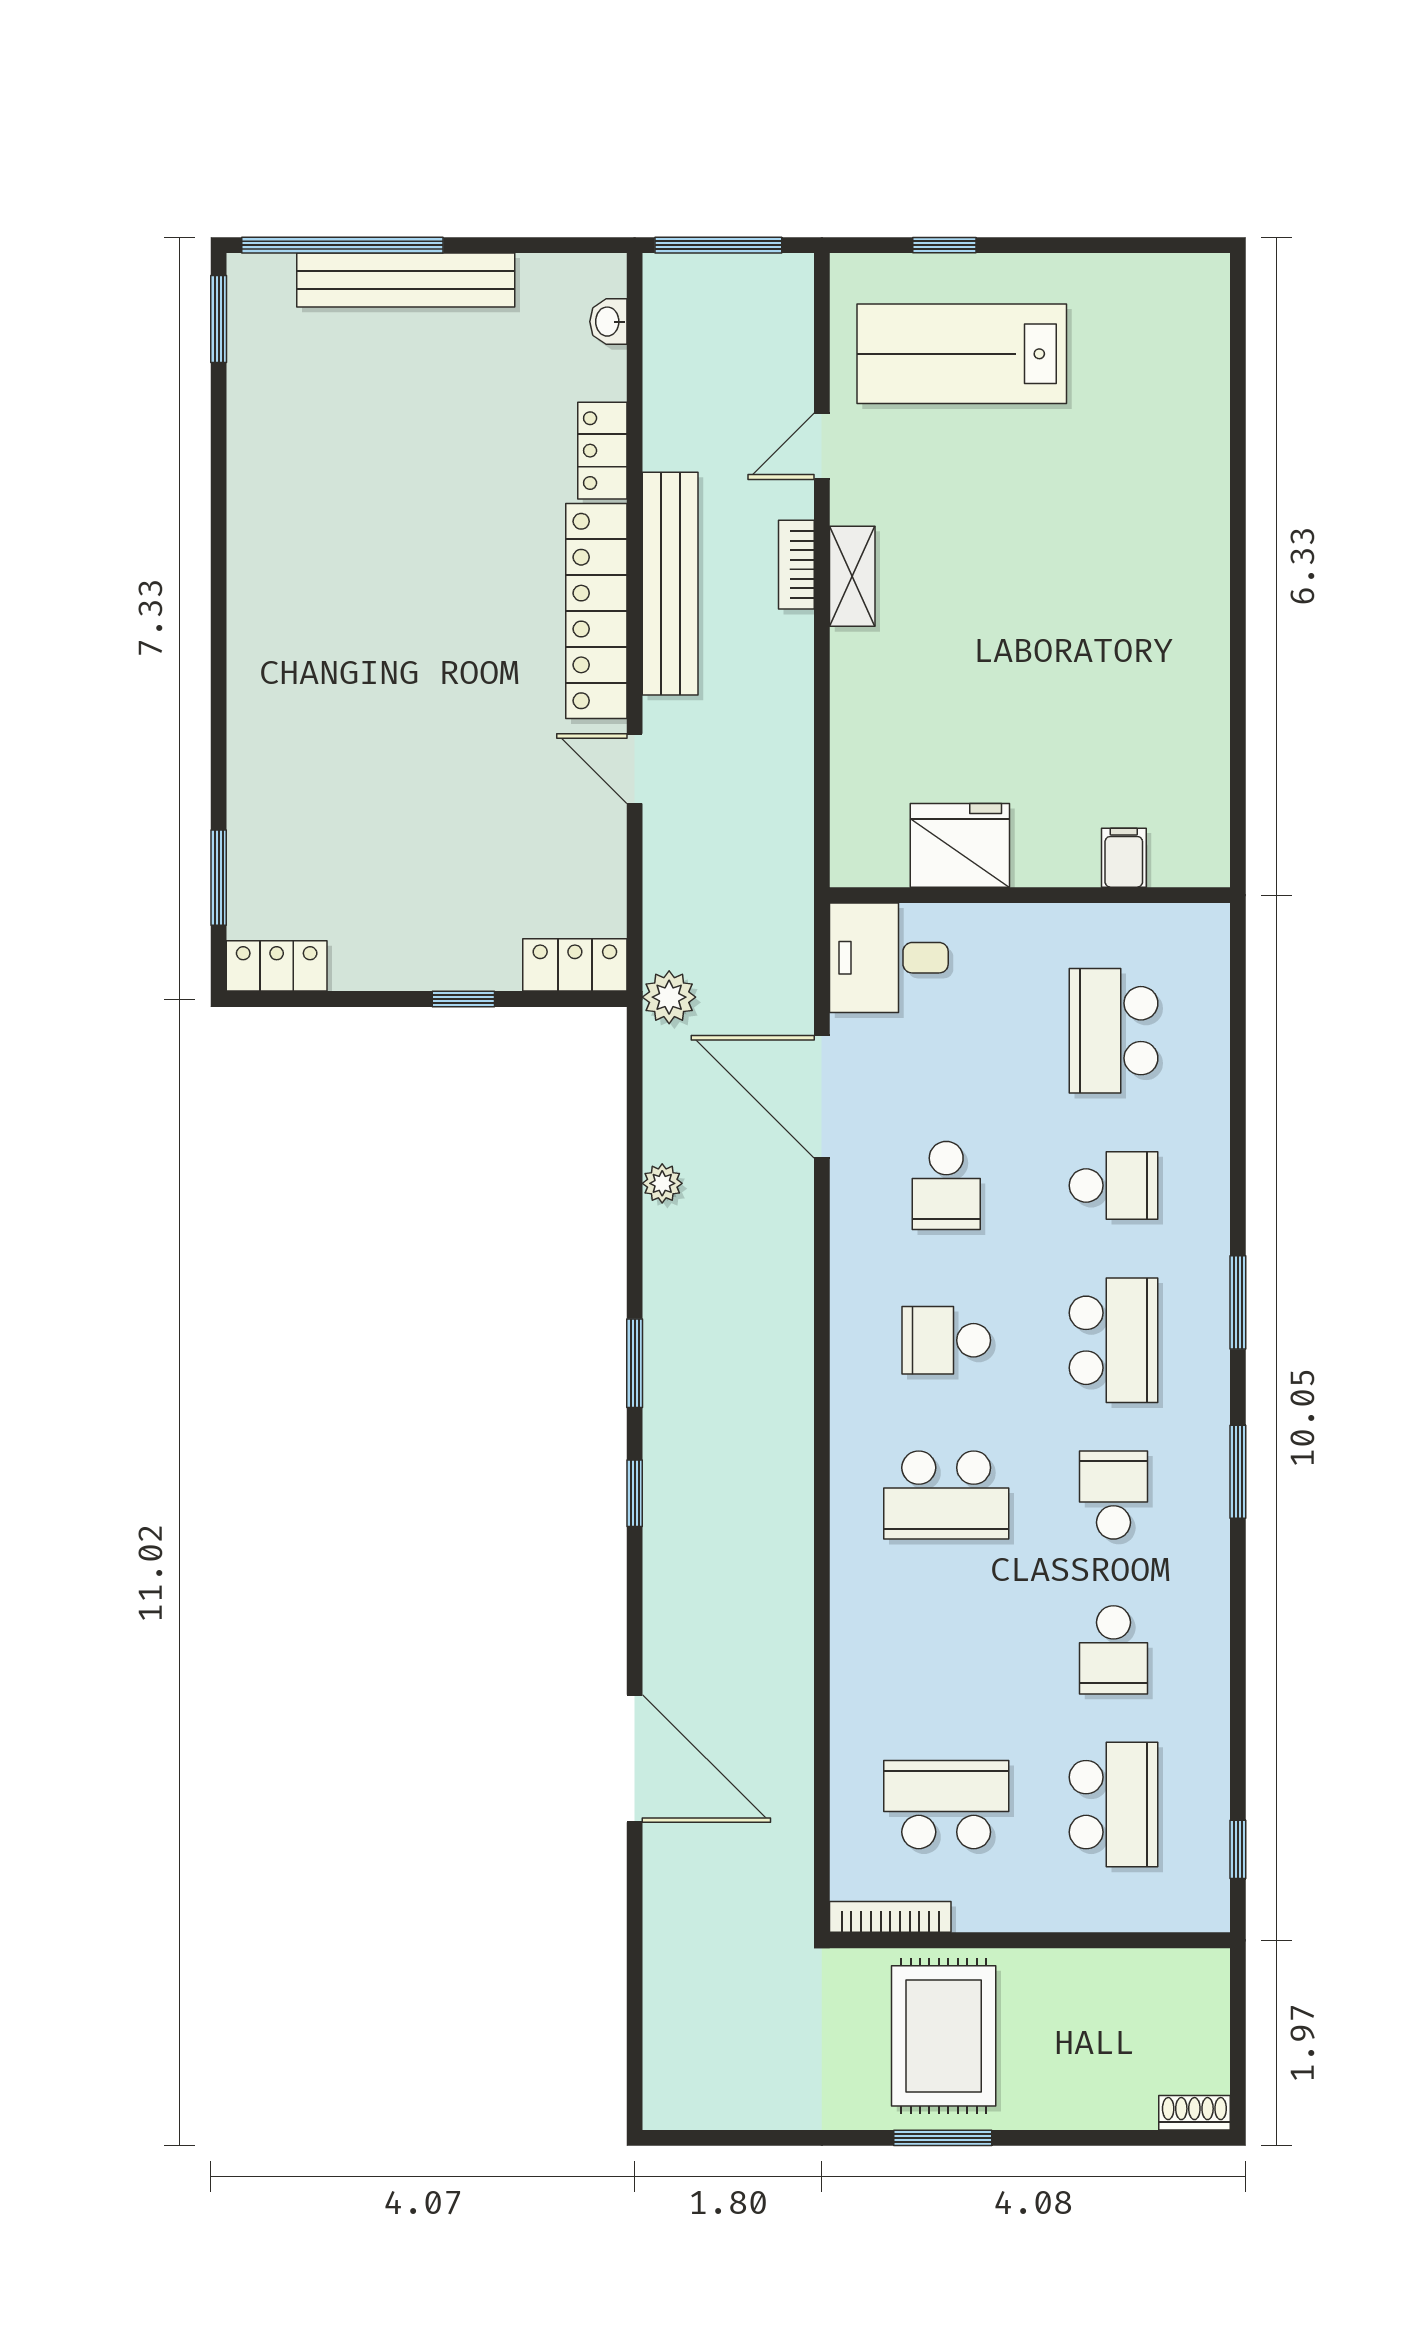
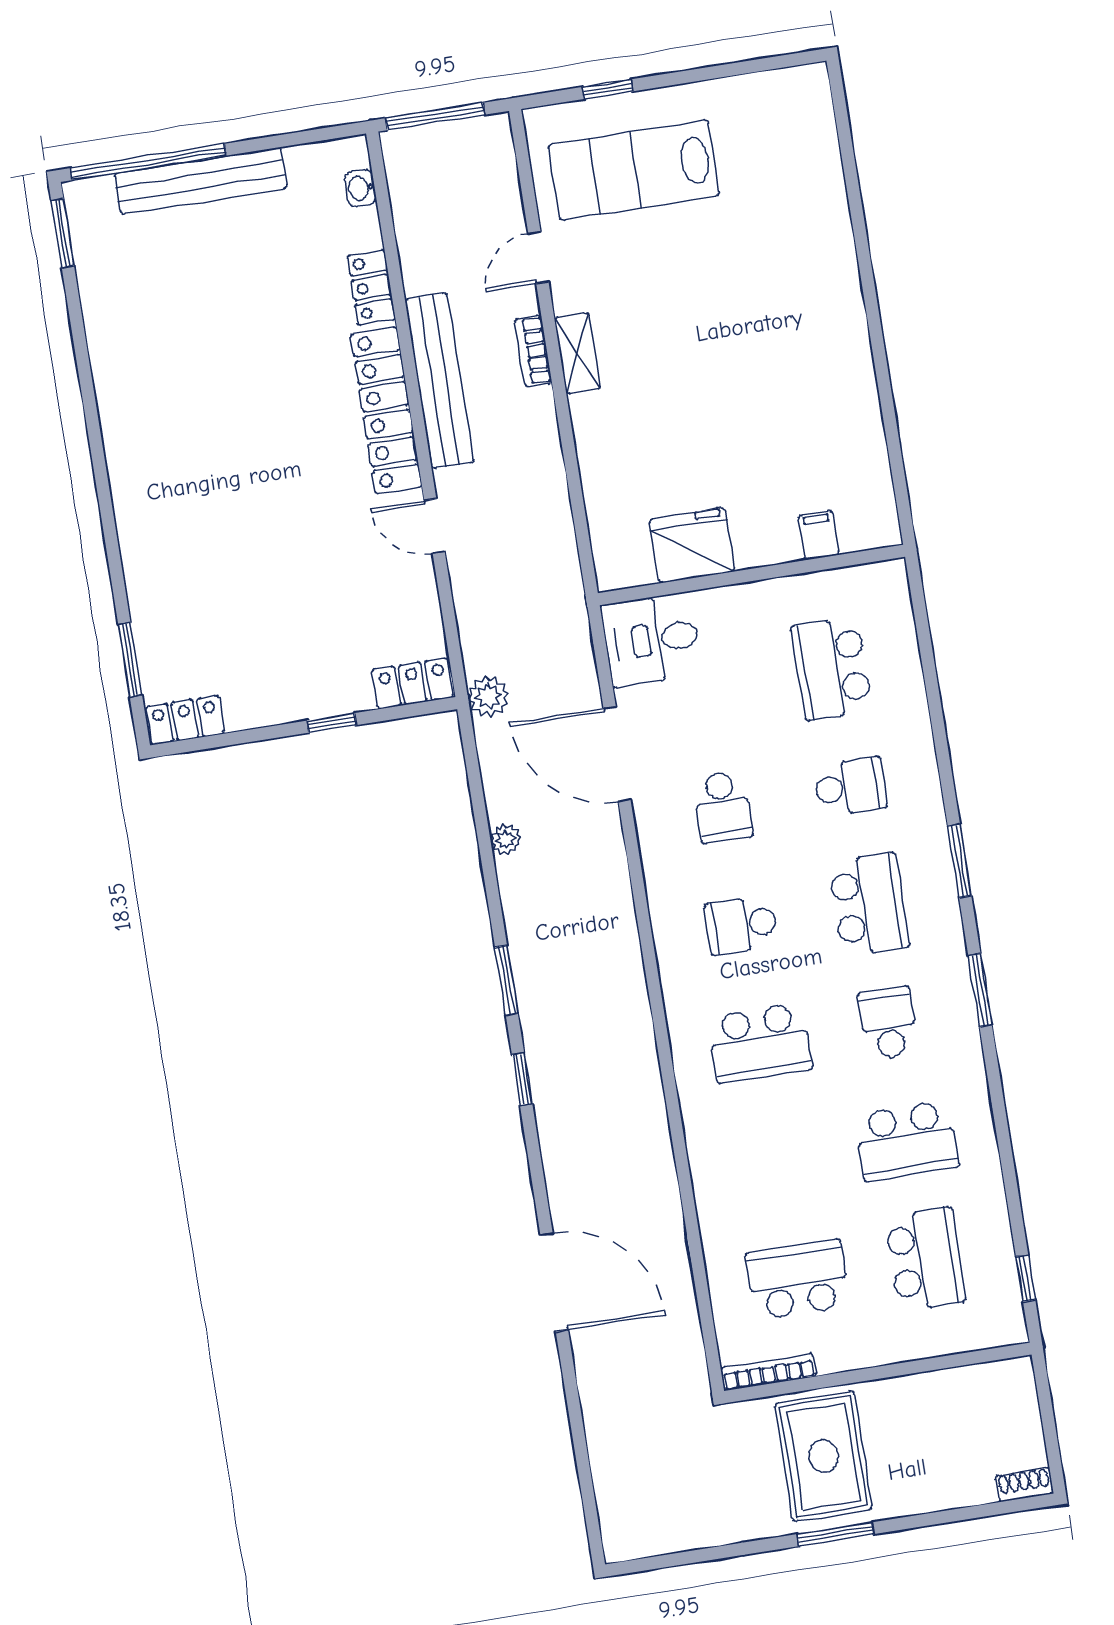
school desk: (1114, 1650) -> (907, 1141), width x1.85

